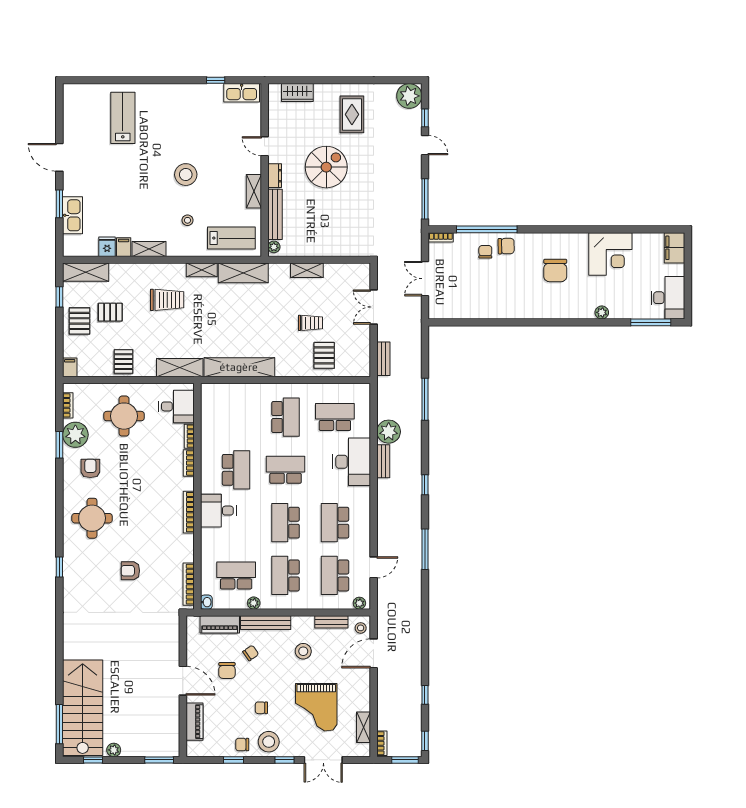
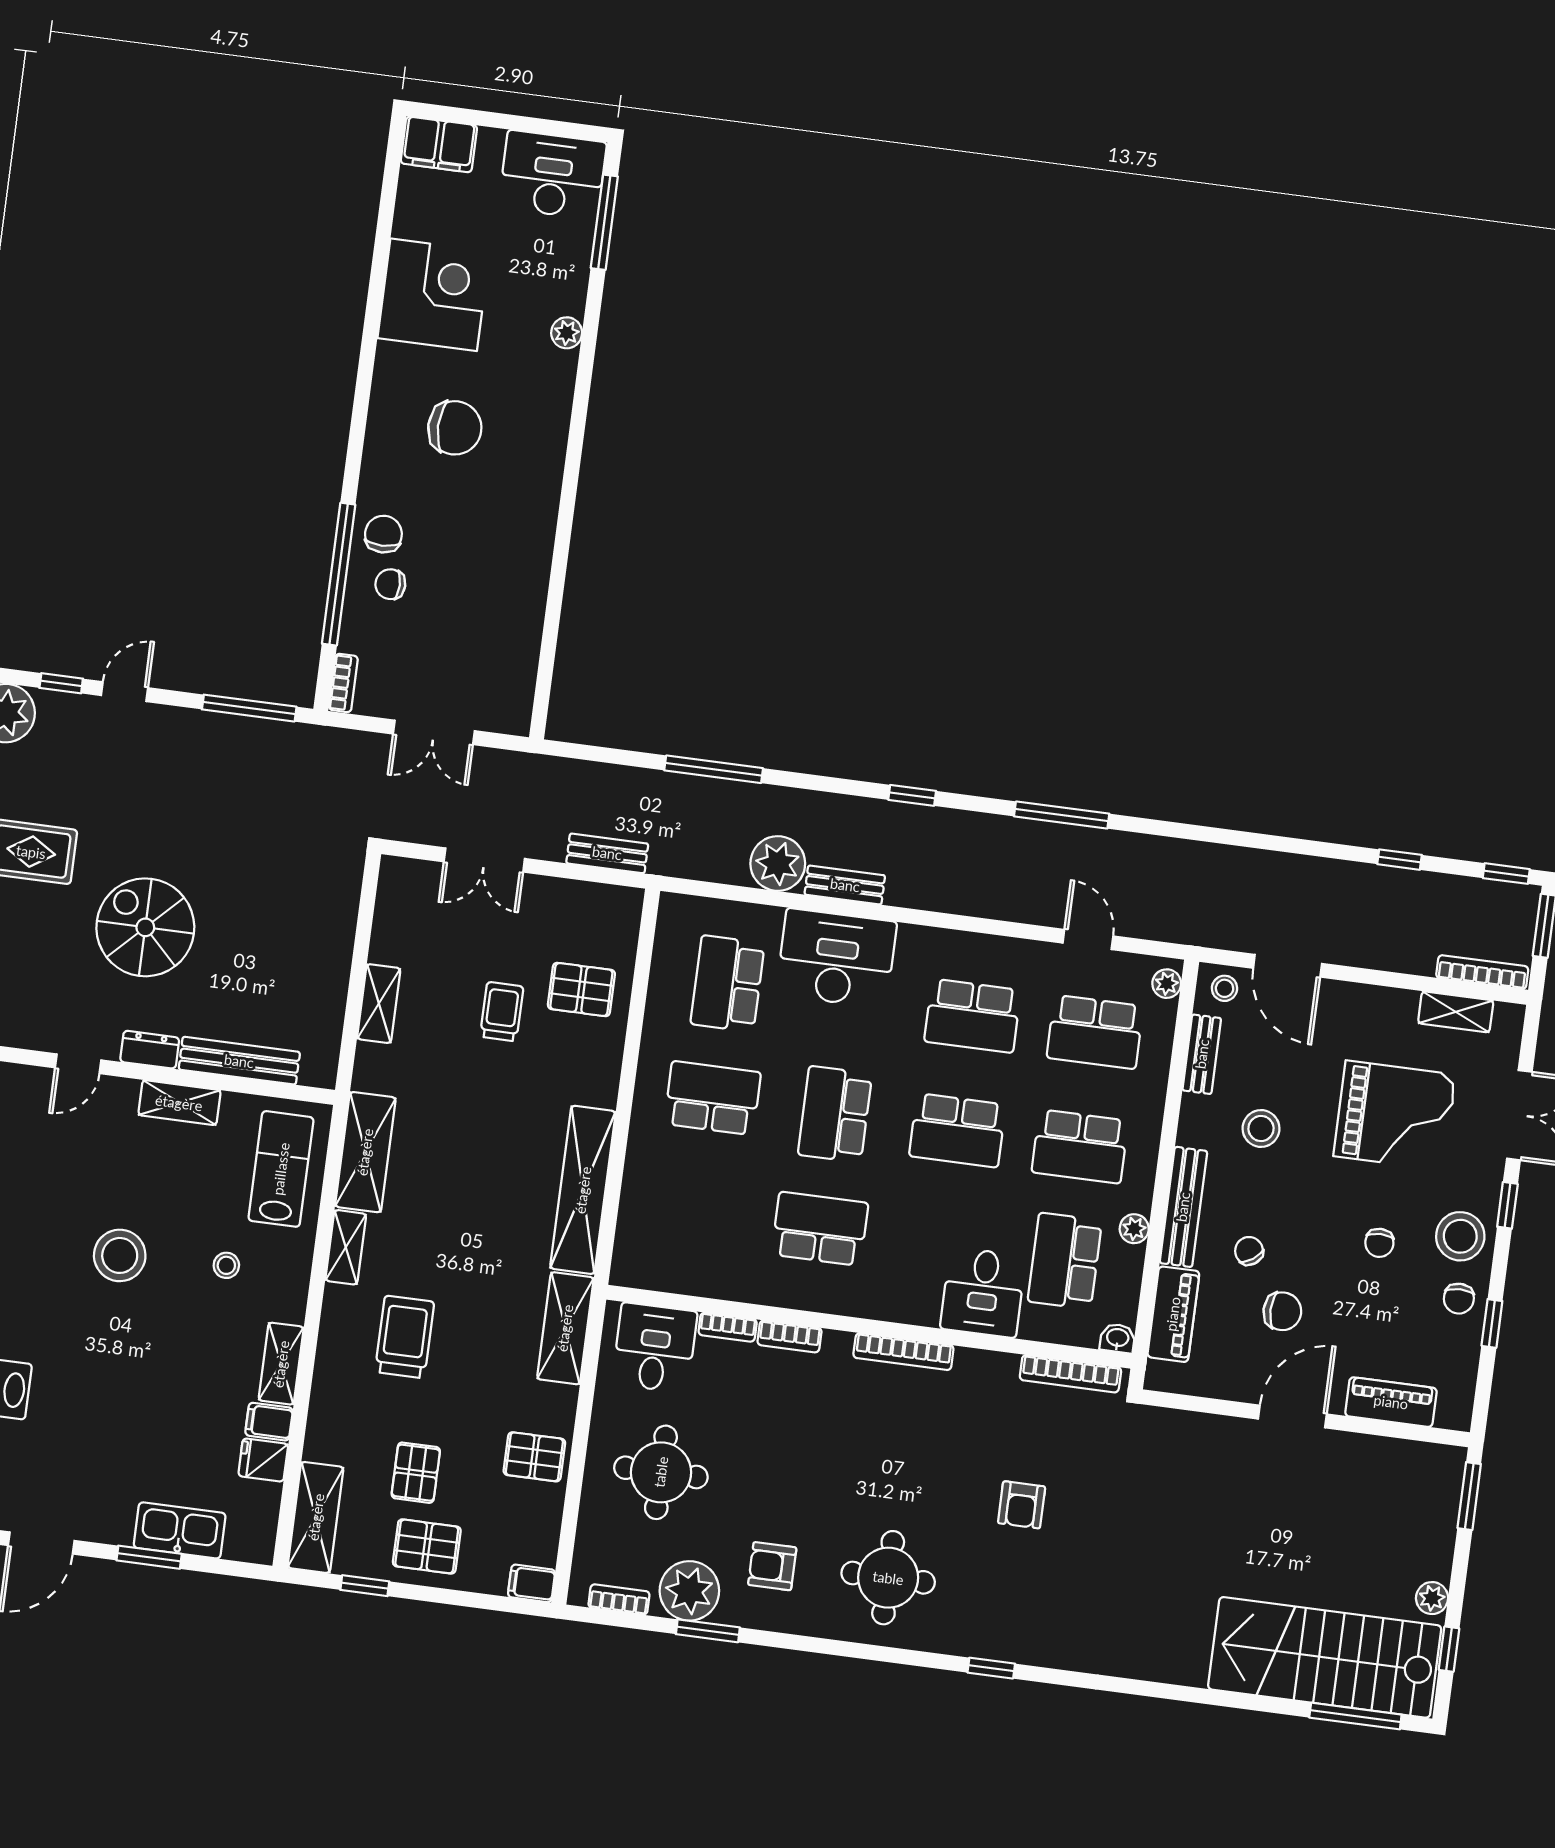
plant: (274, 247) -> (314, 1073), removed
desk: (218, 511) -> (983, 1292), moved
bookcase: (382, 743) -> (1482, 972), width x1.56

